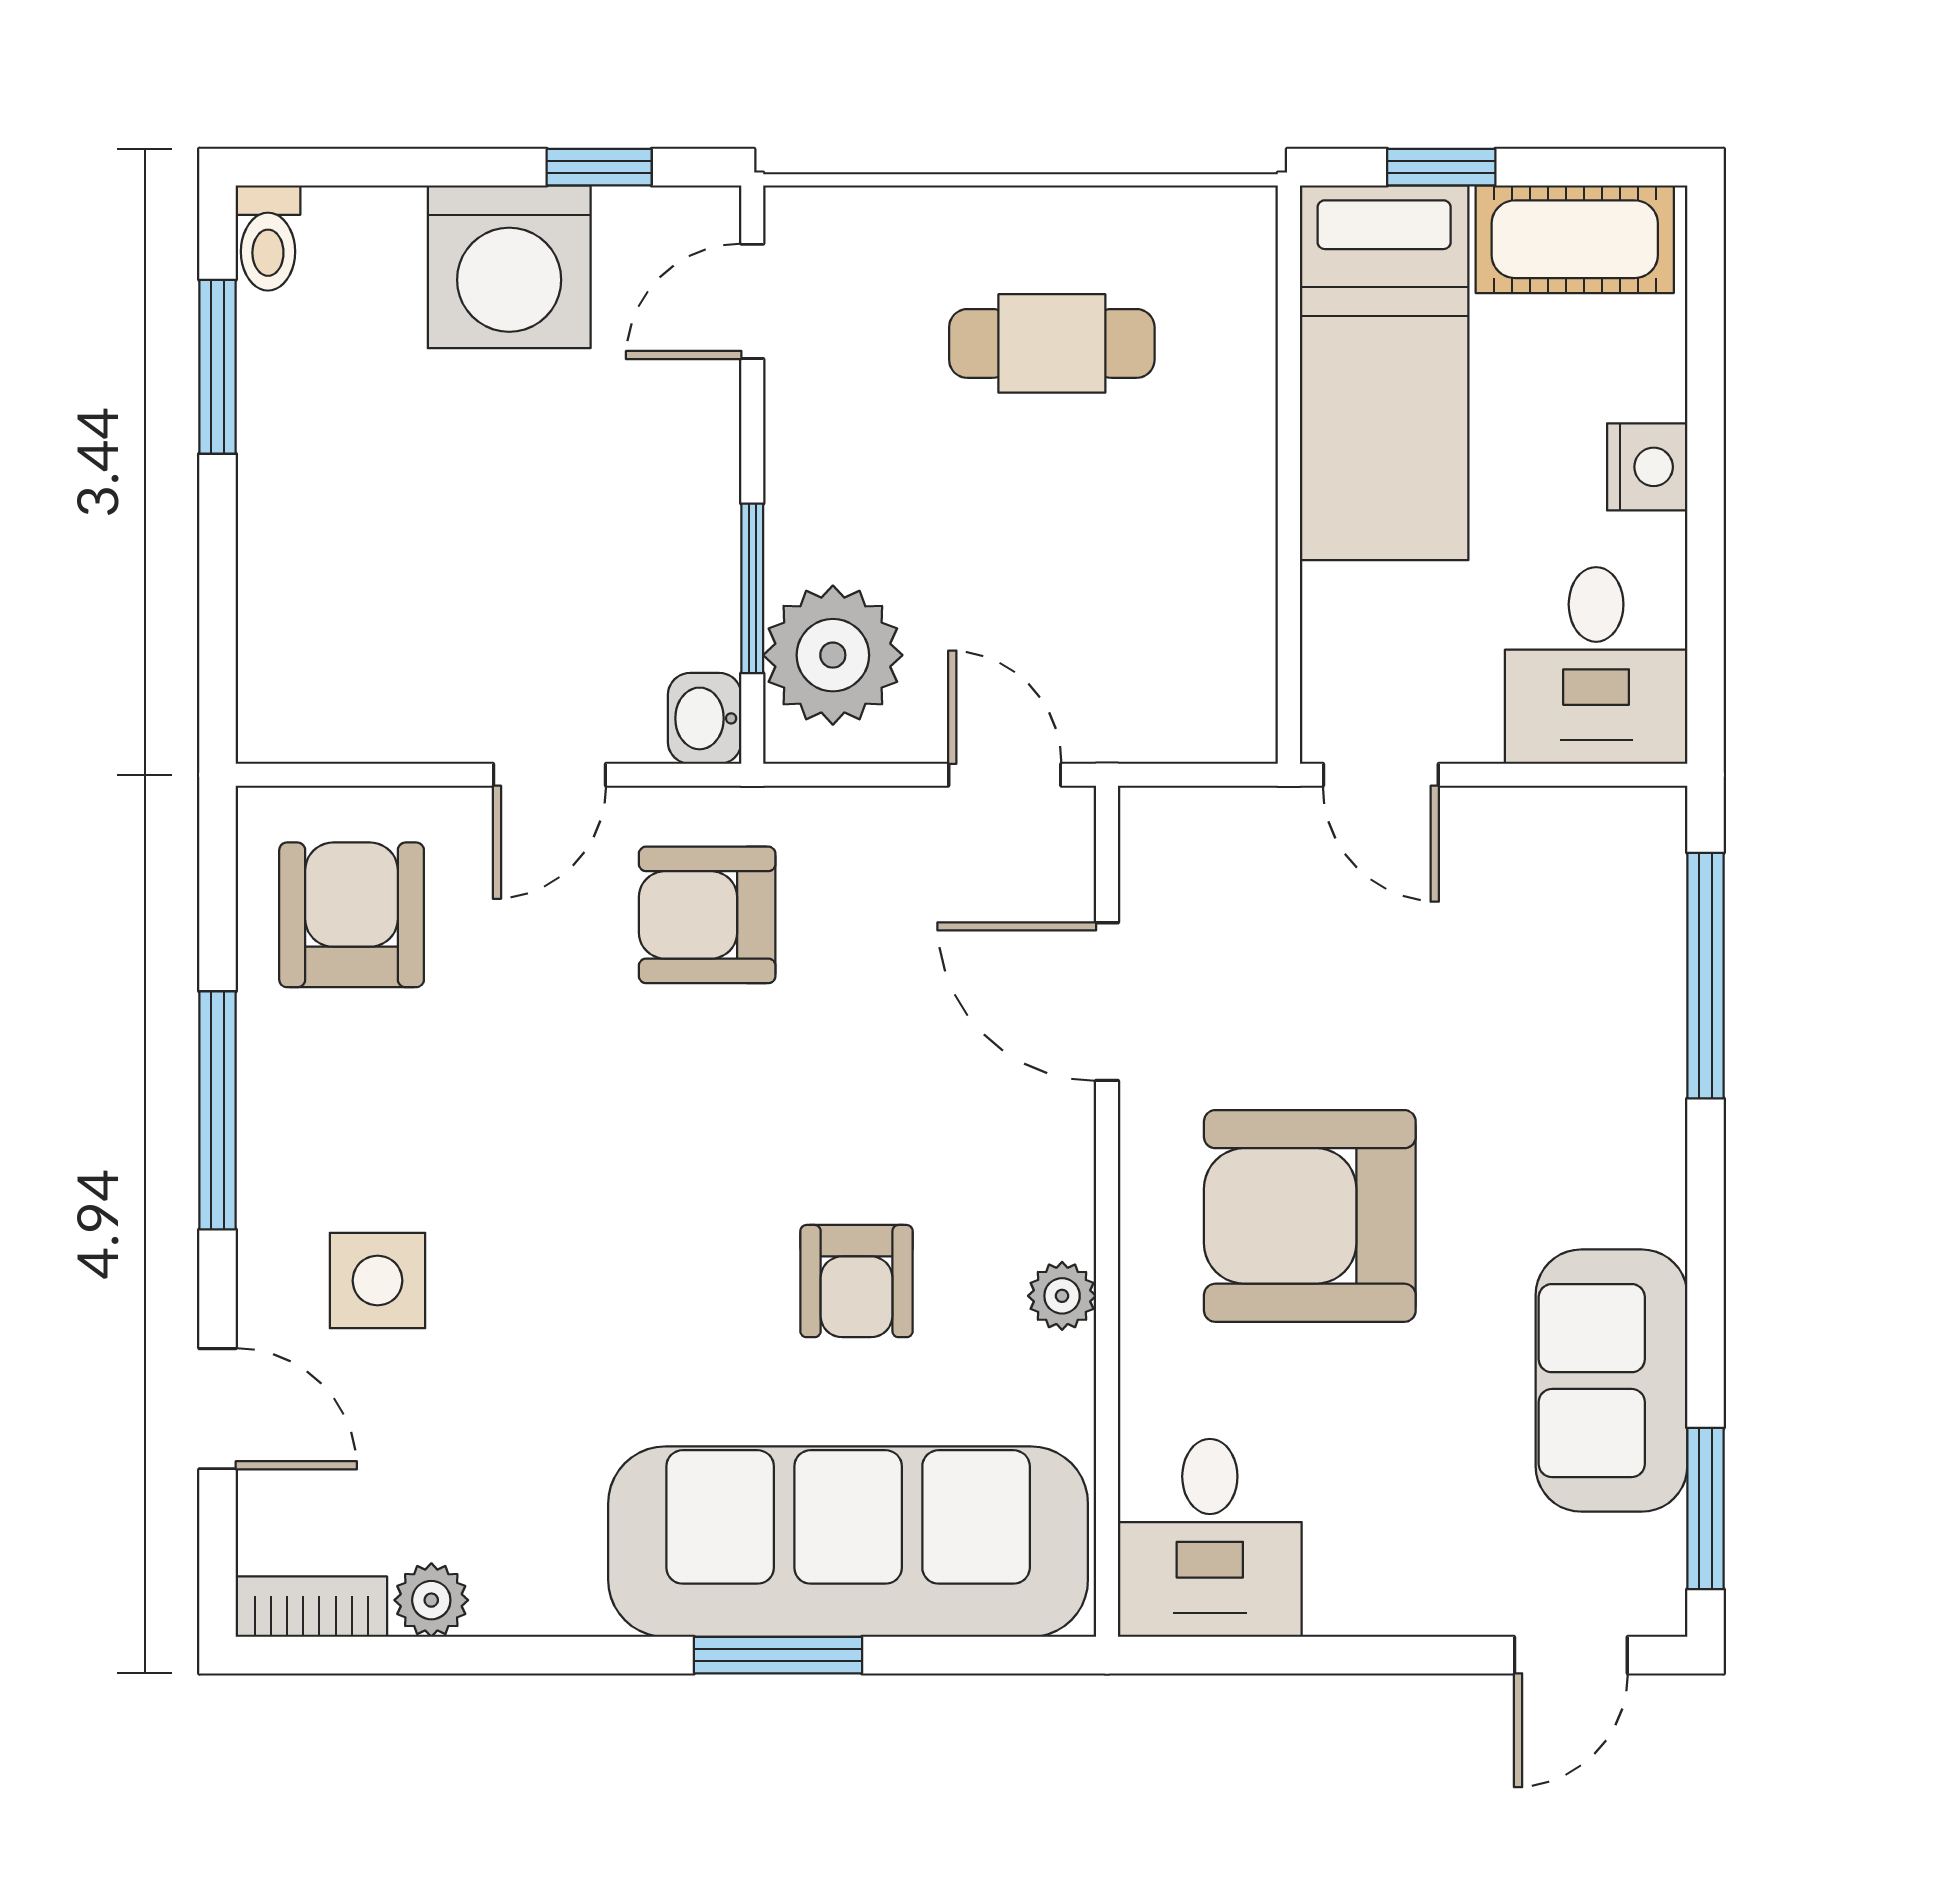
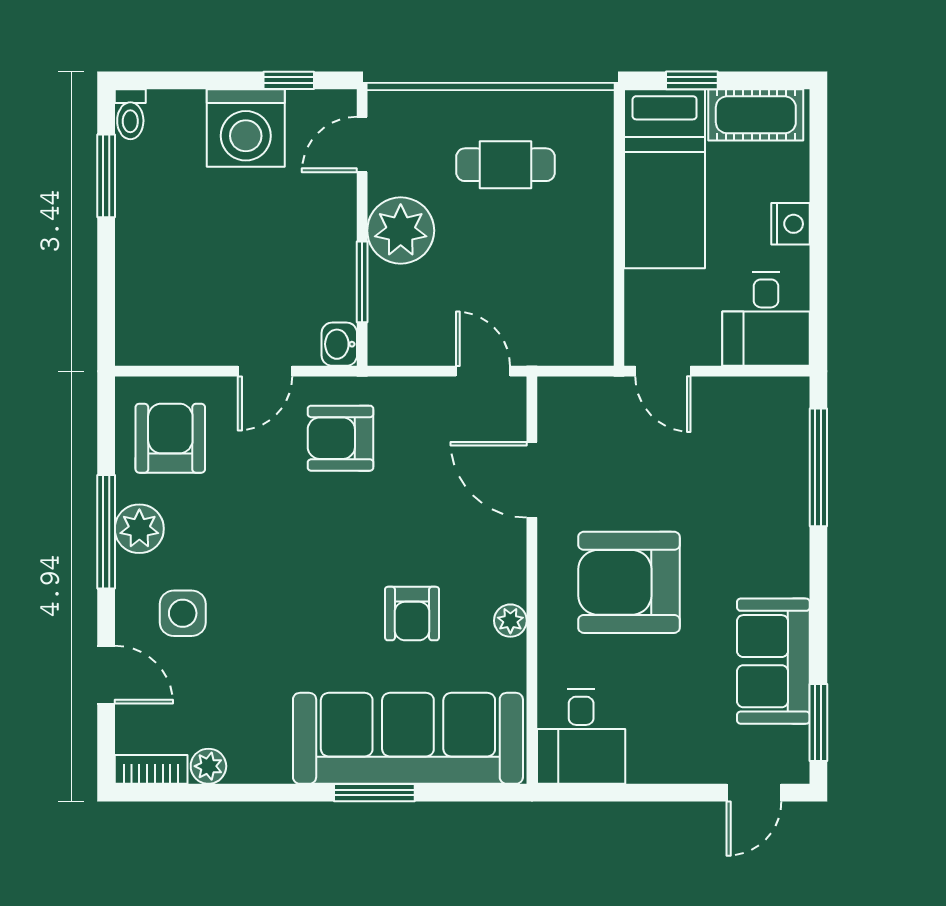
plant: (833, 655) -> (401, 231), moved
plant: (287, 1104) -> (139, 529), added

